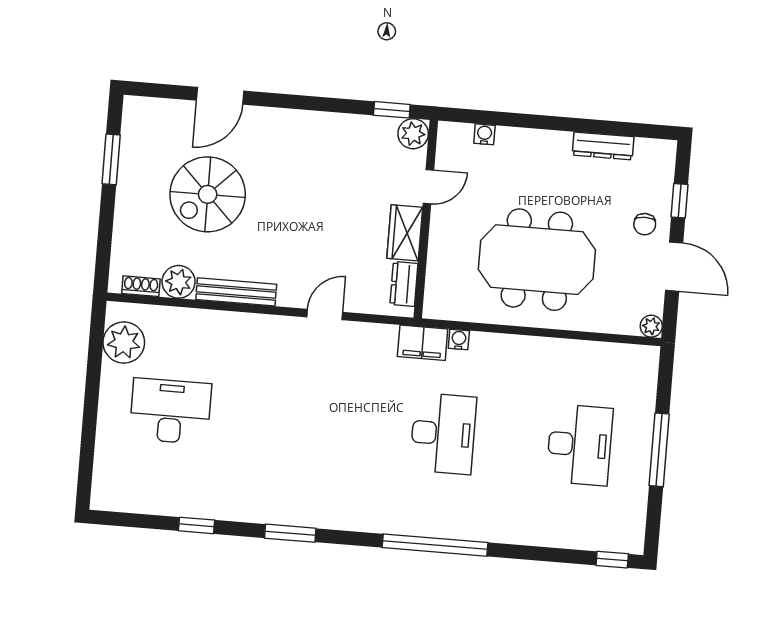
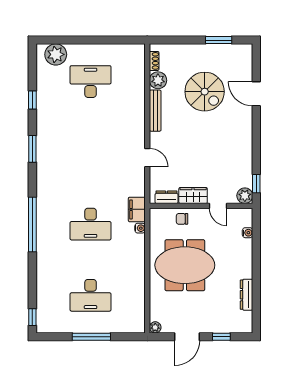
spiral stairs: (208, 194) -> (205, 92), turned 180
chair: (645, 224) -> (182, 219), moved
meeting table: (537, 260) -> (185, 265), turned 90
plant: (124, 342) -> (56, 54), moved
desk: (170, 411) -> (91, 82), turned -90

